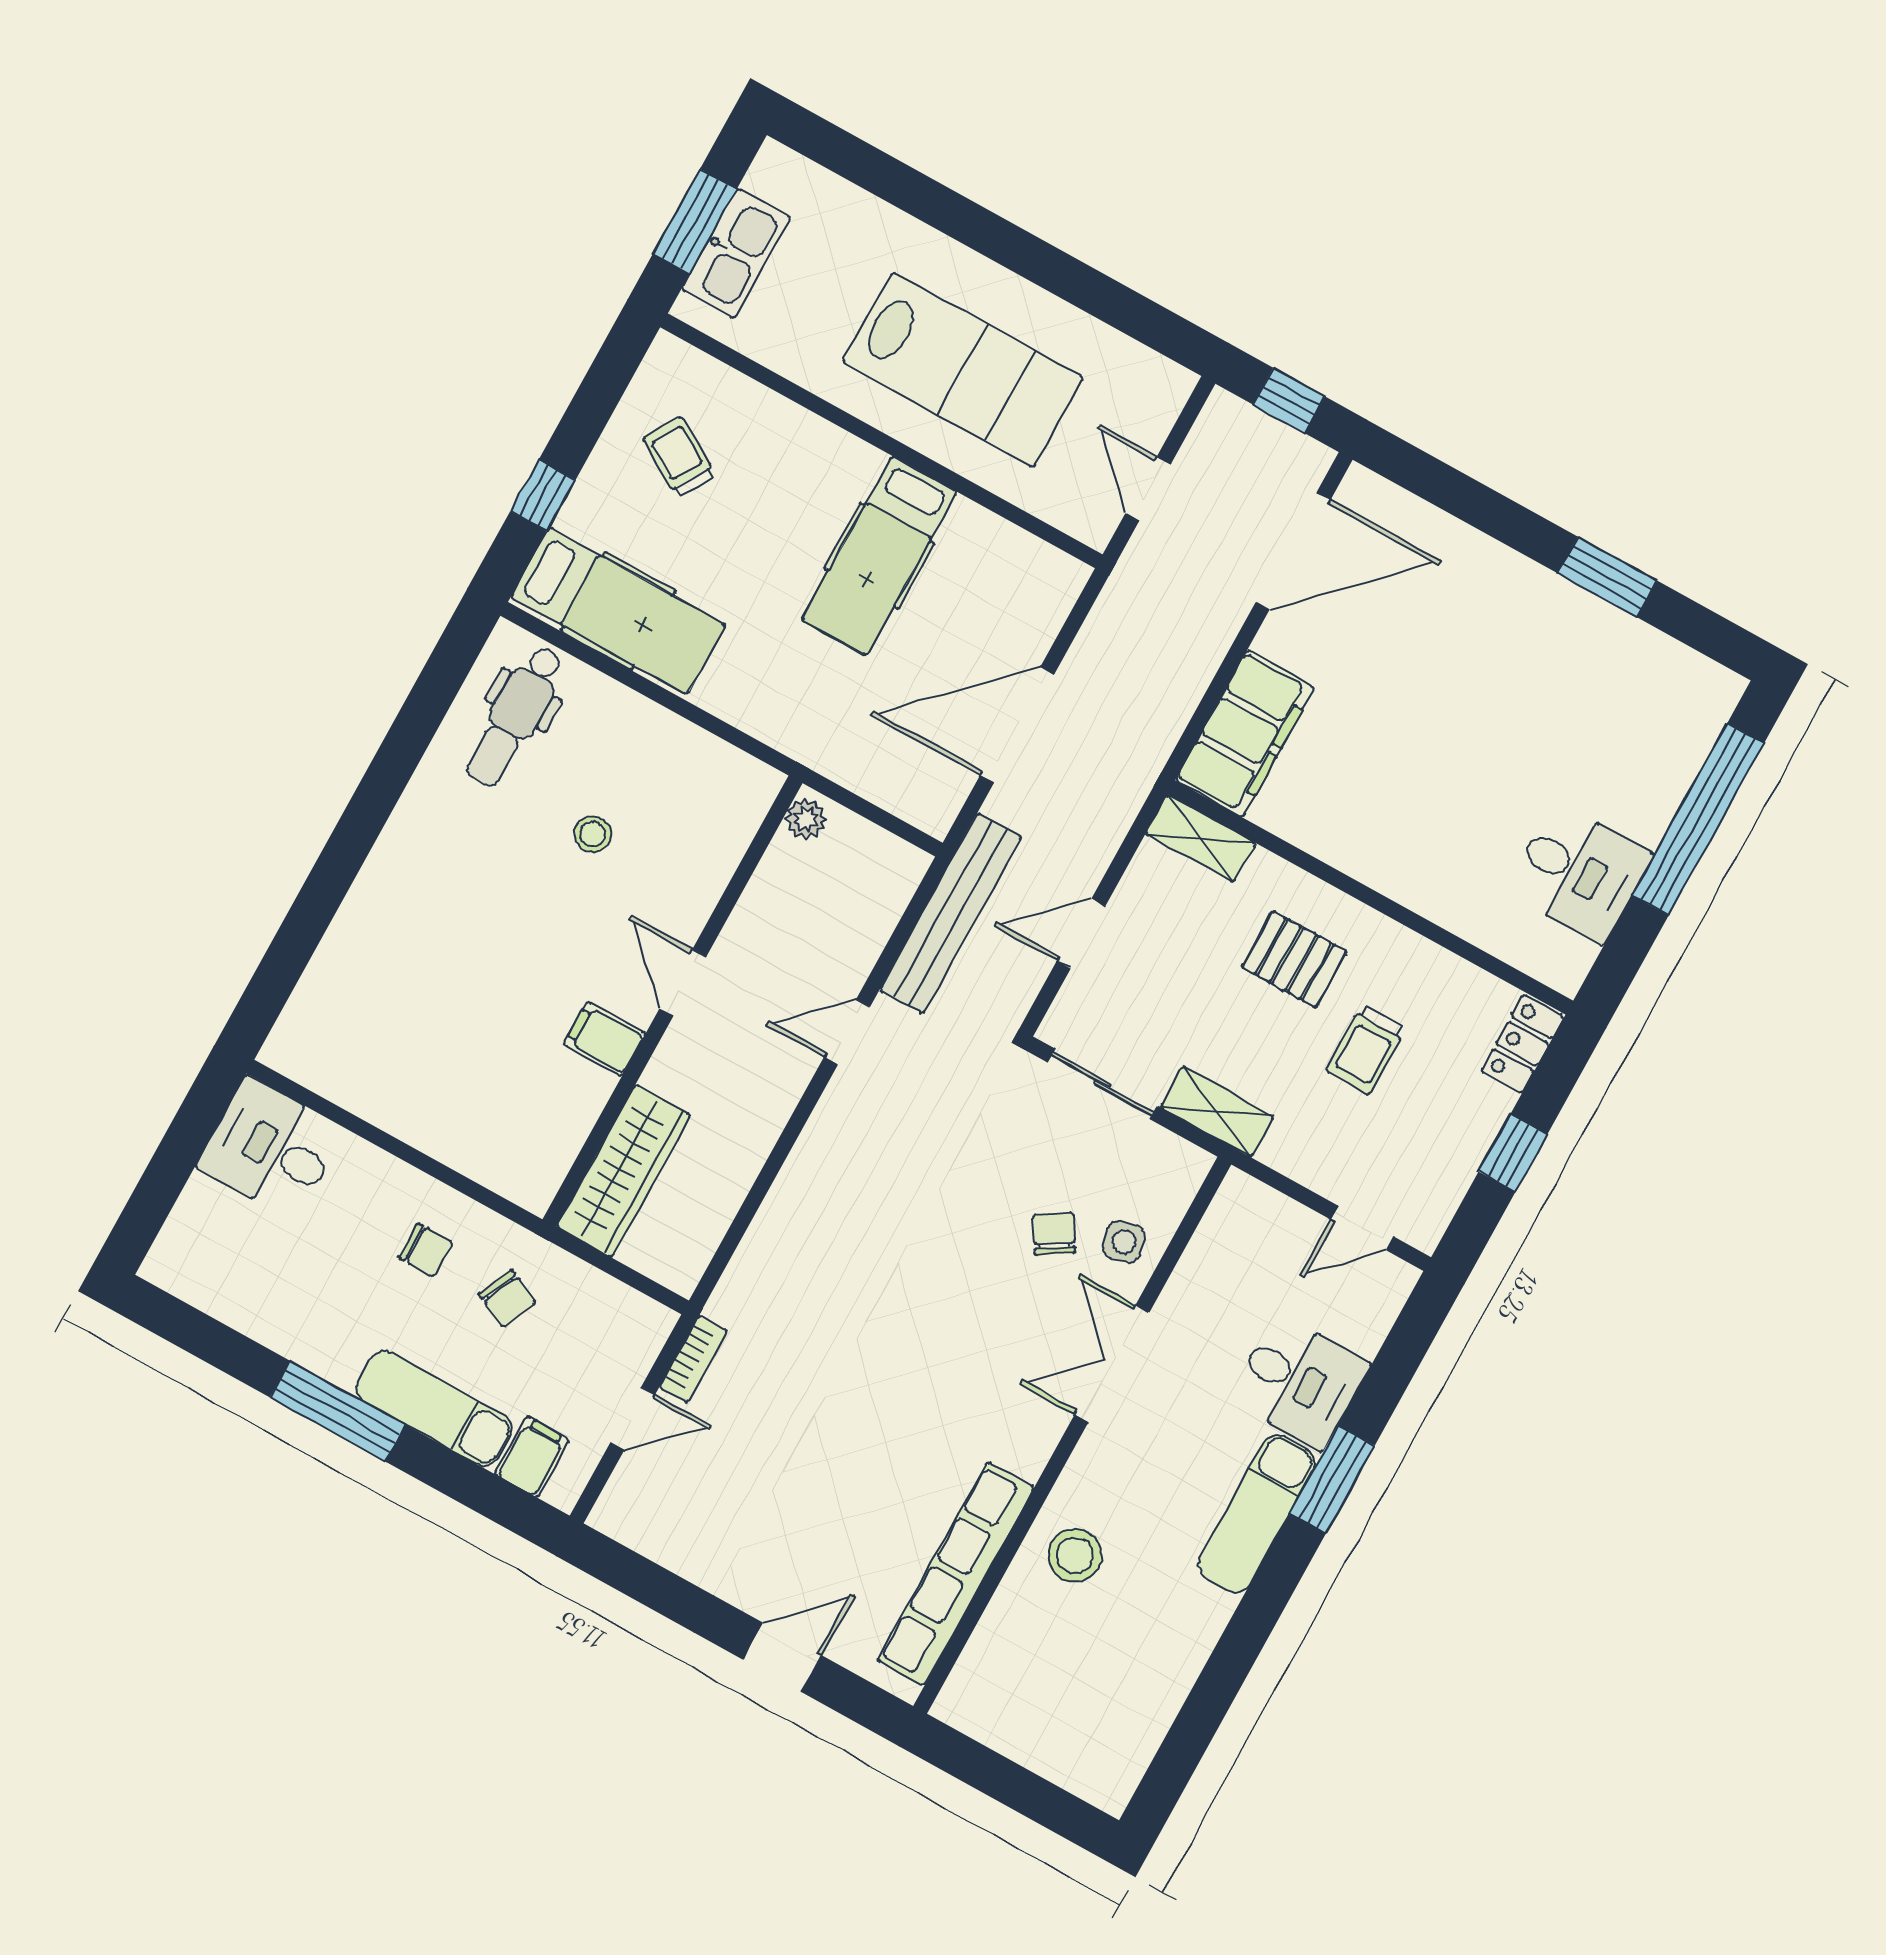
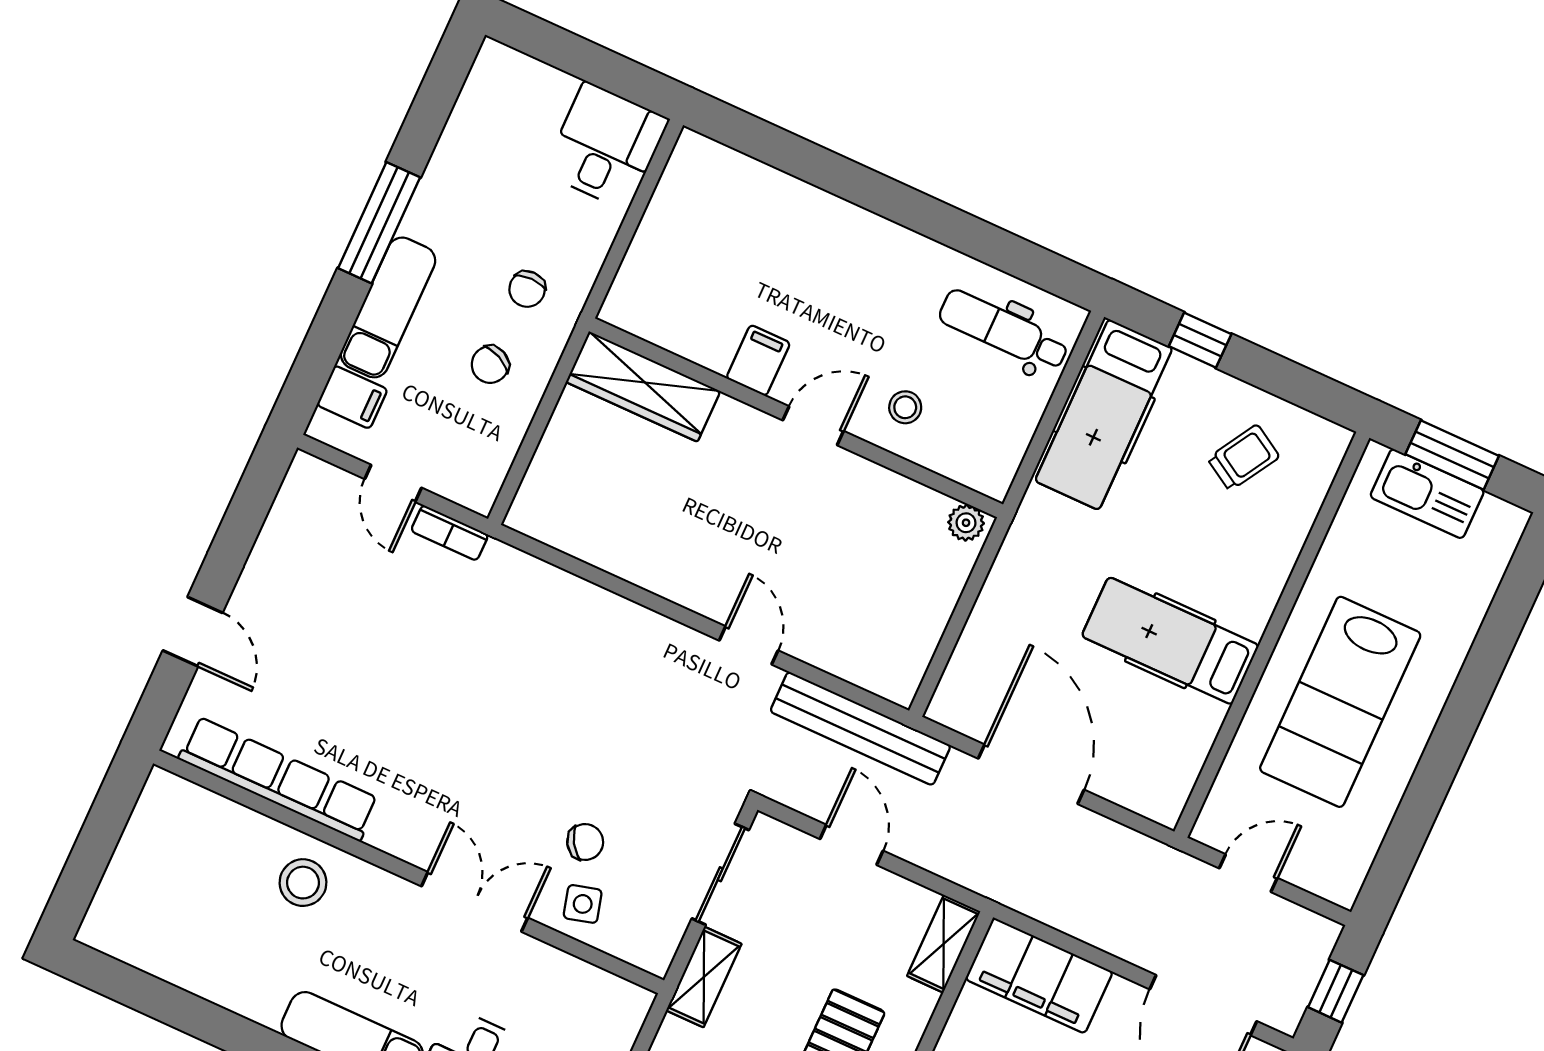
plant: (806, 819) -> (966, 523), moved
door: (683, 983) -> (813, 426), moved
wall: (673, 1001) -> (796, 418), moved
filing cabinet: (604, 1039) -> (758, 360), moved
wardrobe: (624, 1171) -> (643, 387), moved

